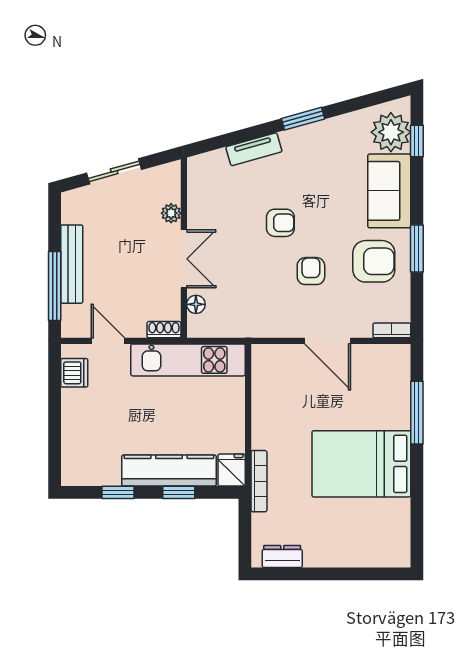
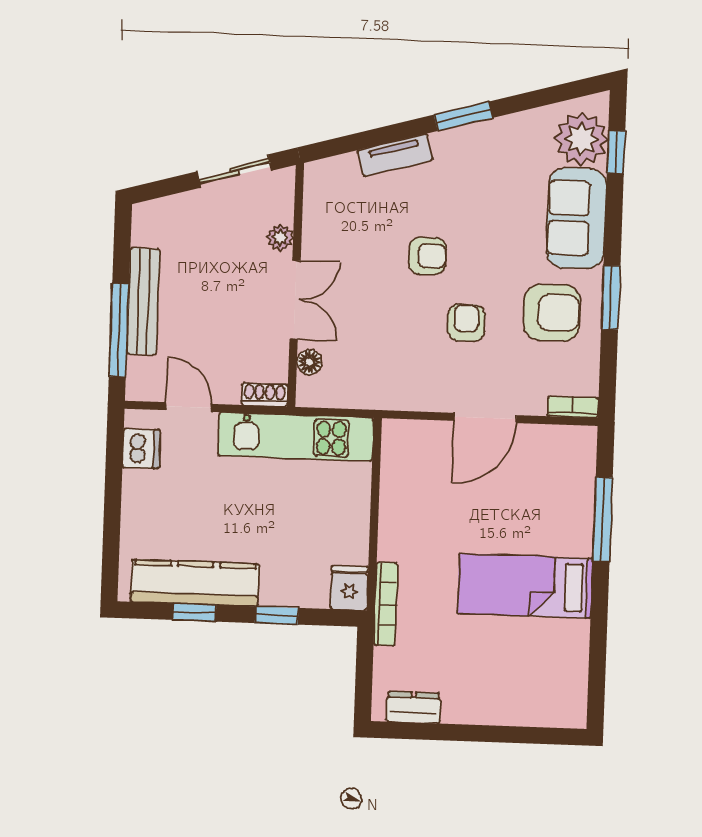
sliding door: (114, 171) -> (234, 171), moved
door: (328, 341) -> (485, 418), hinge flipped
bed: (361, 464) -> (525, 586), width x0.67
kitchen counter: (169, 470) -> (195, 583), moved

